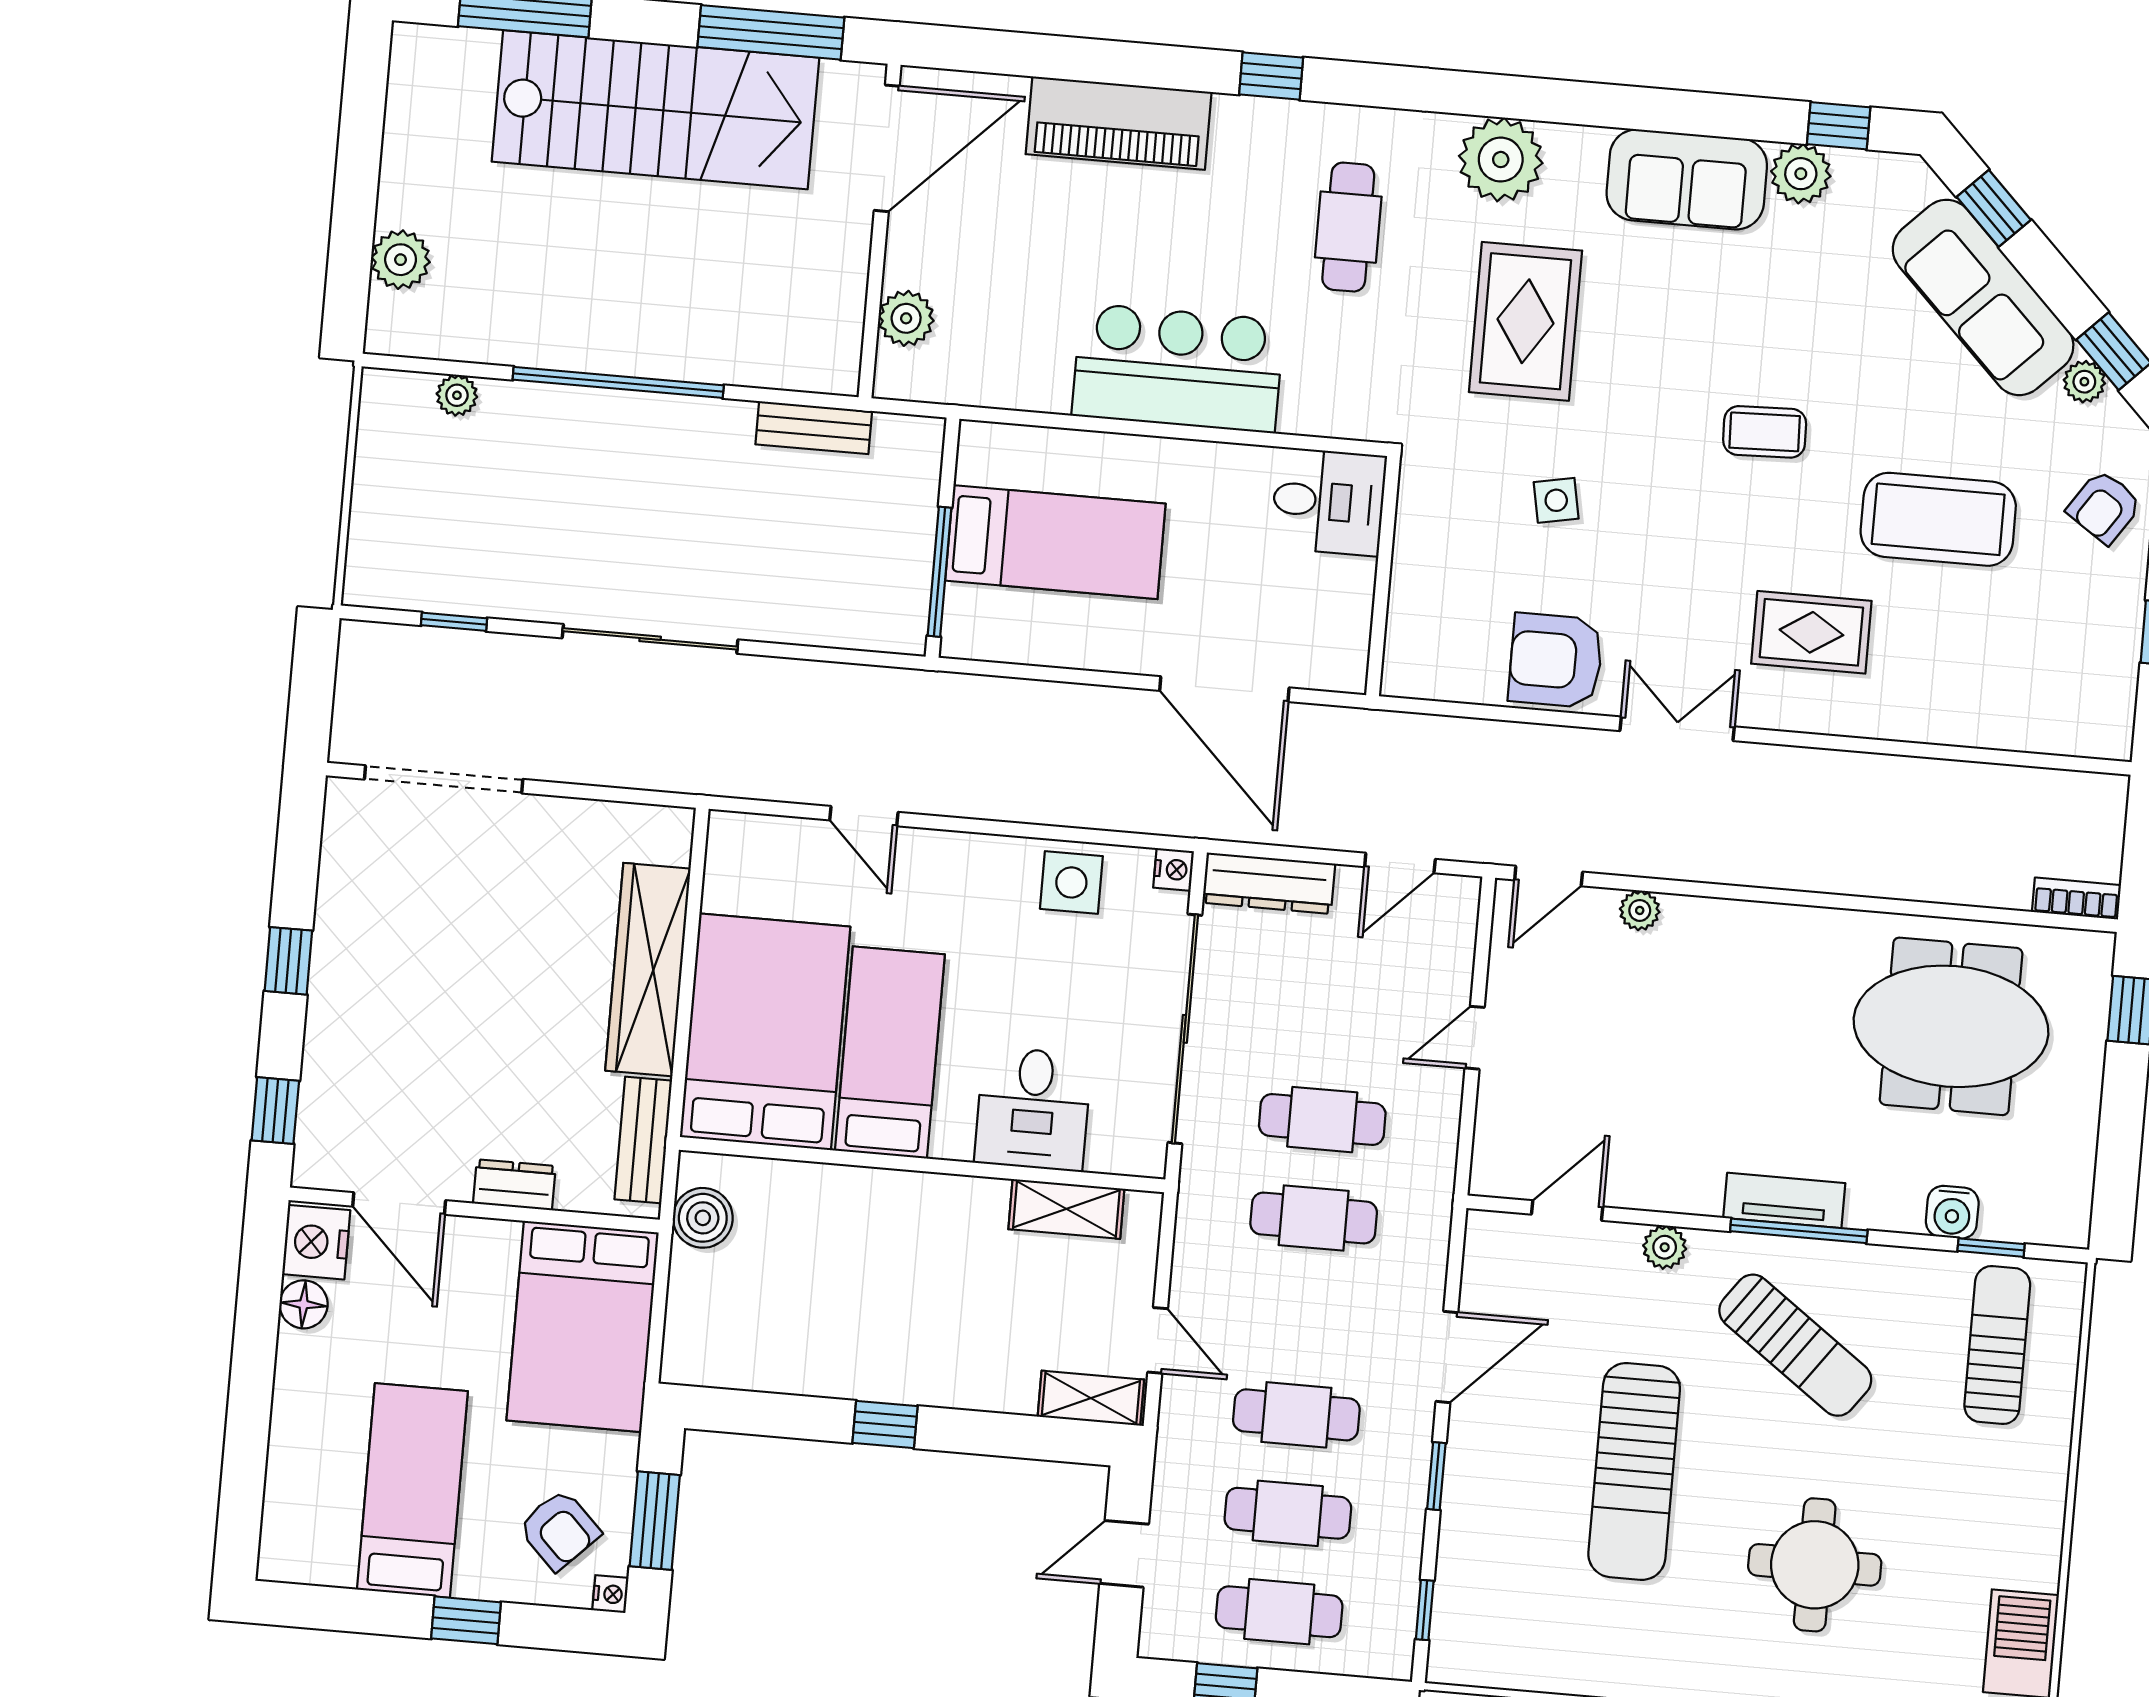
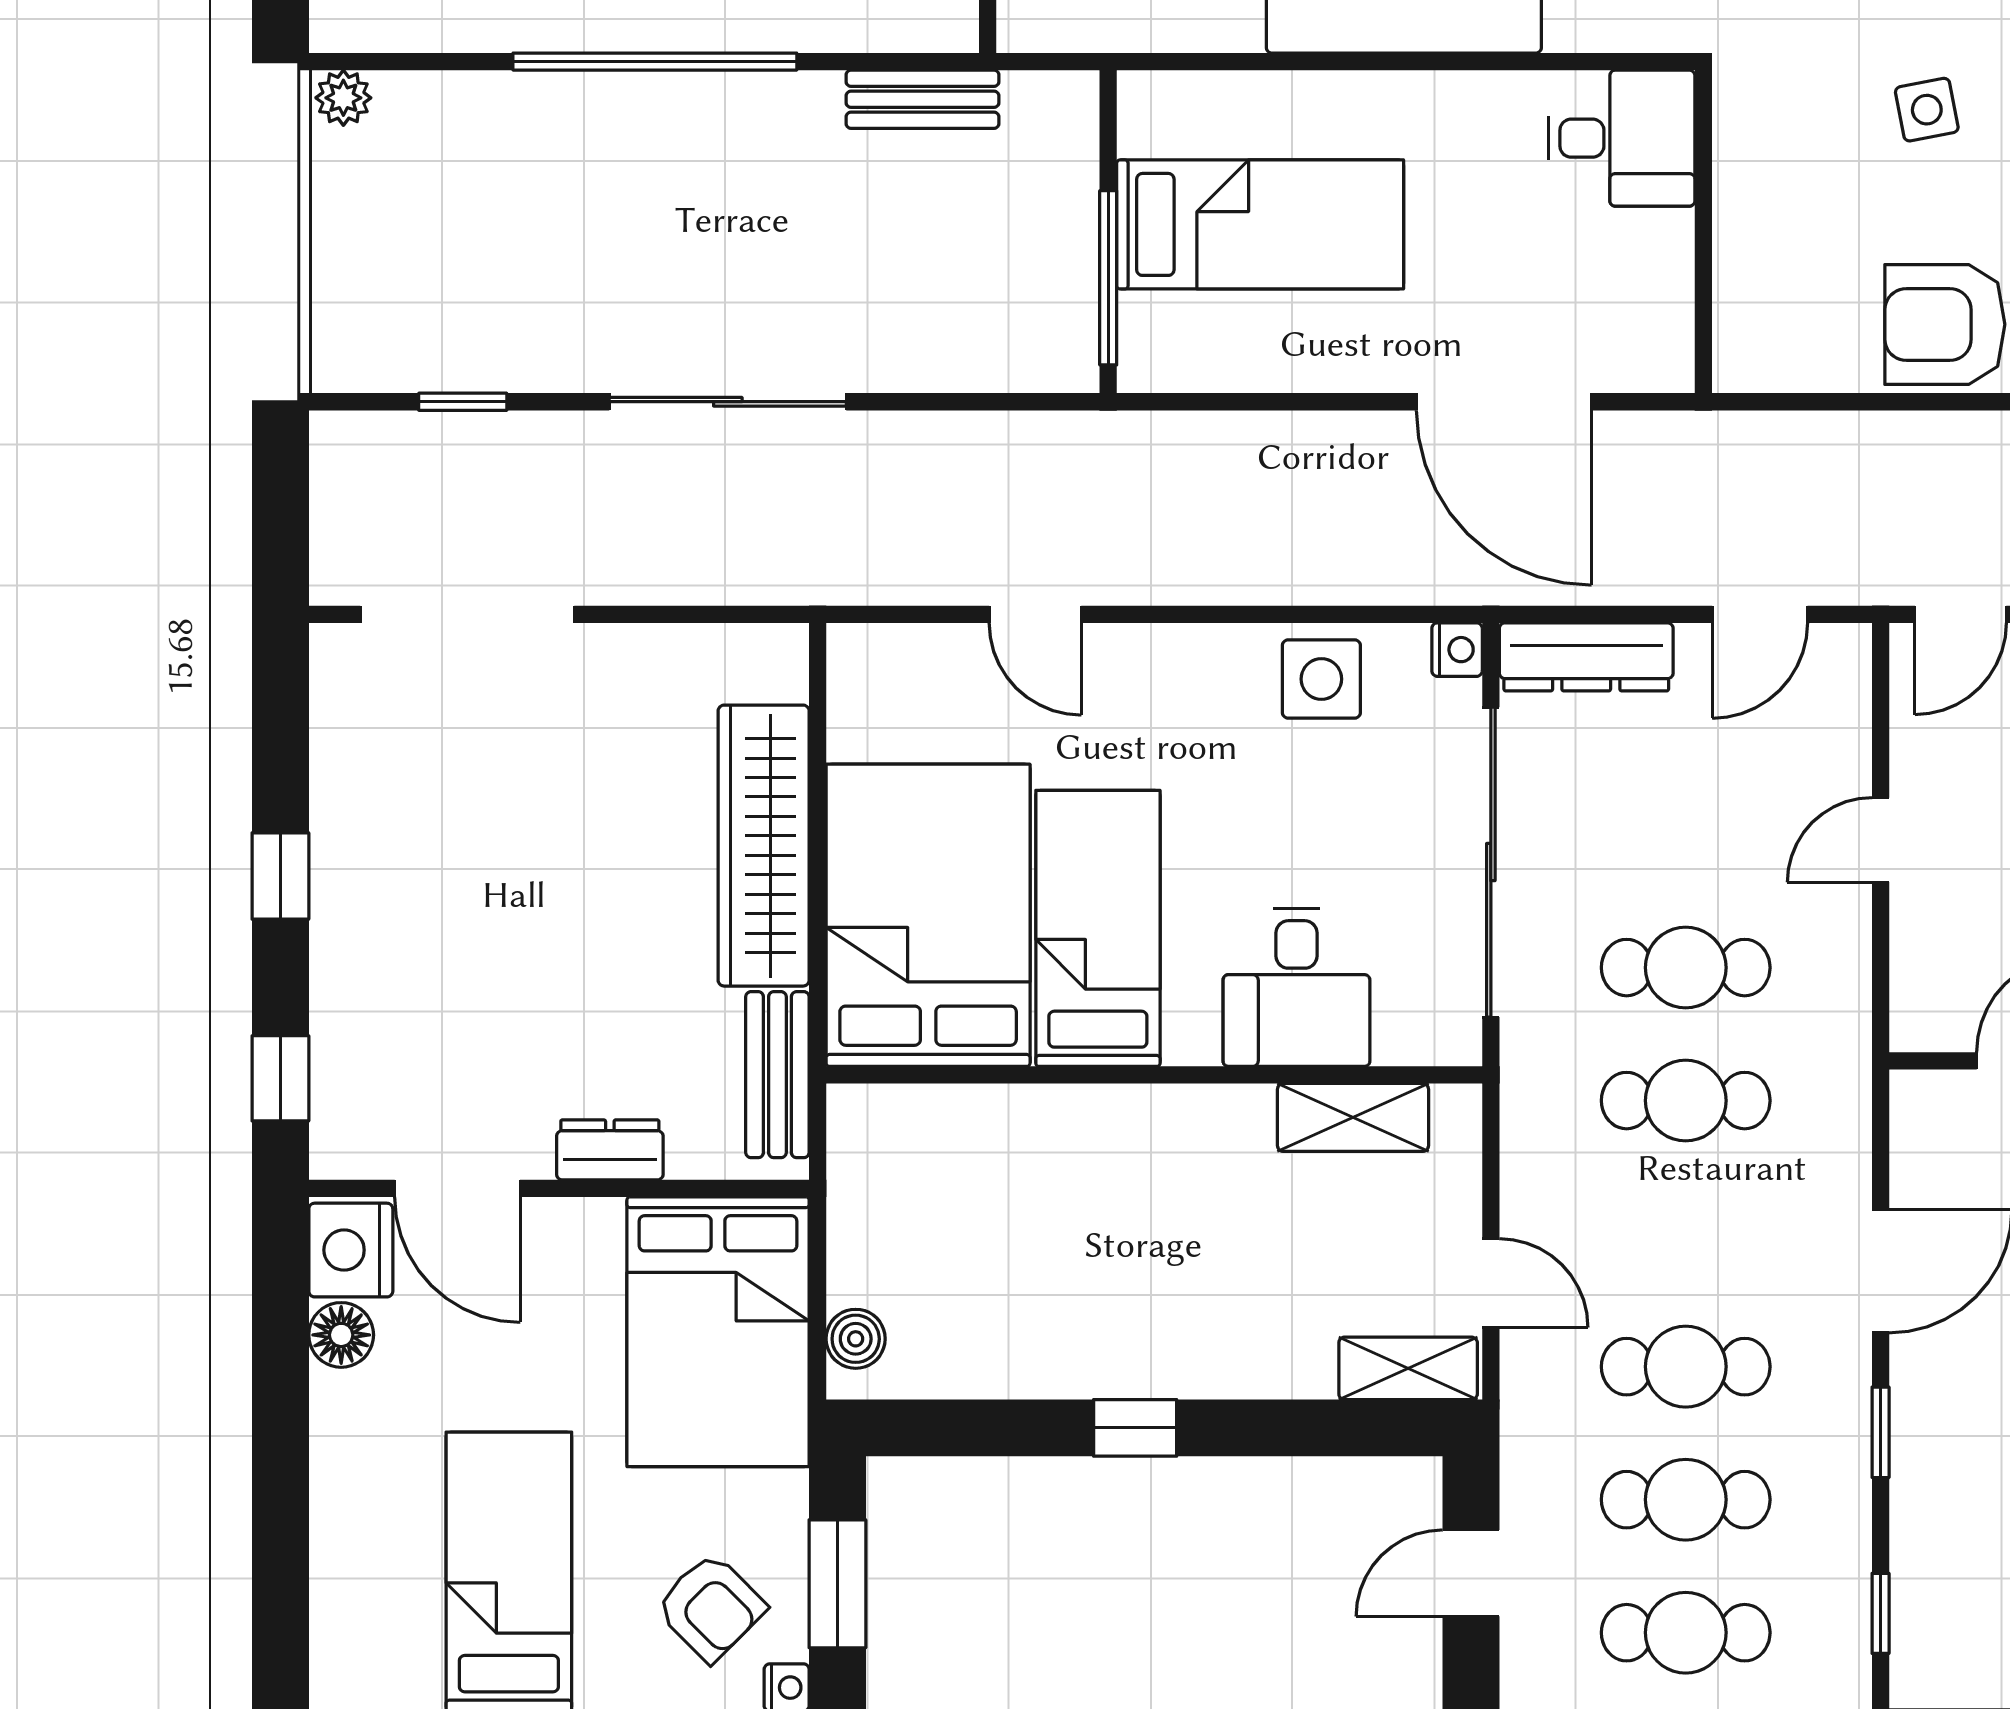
plant: (457, 395) -> (343, 98), moved
boiler: (703, 1218) -> (856, 1339), moved, width x0.73, depth x0.73

